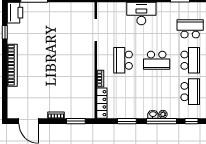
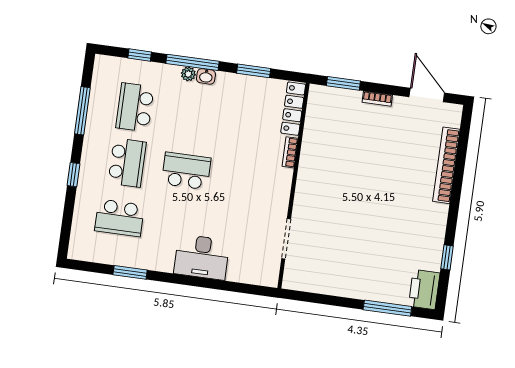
school desk: (123, 60) -> (245, 179), removed
school desk: (190, 60) -> (127, 163), turned 180
bookcase: (12, 65) -> (446, 165), moved

